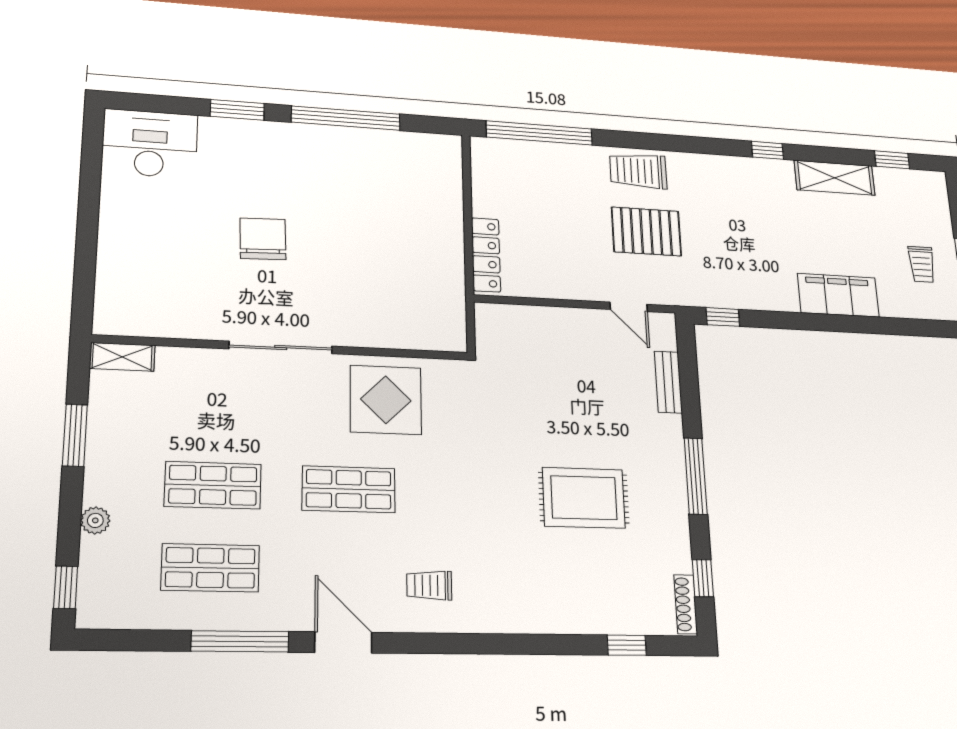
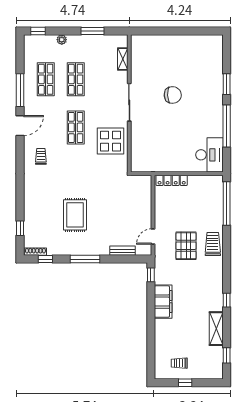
desk: (150, 143) -> (209, 155), moved
filing cabinet: (838, 295) -> (163, 302), moved
shelving: (122, 357) -> (123, 59), moved

